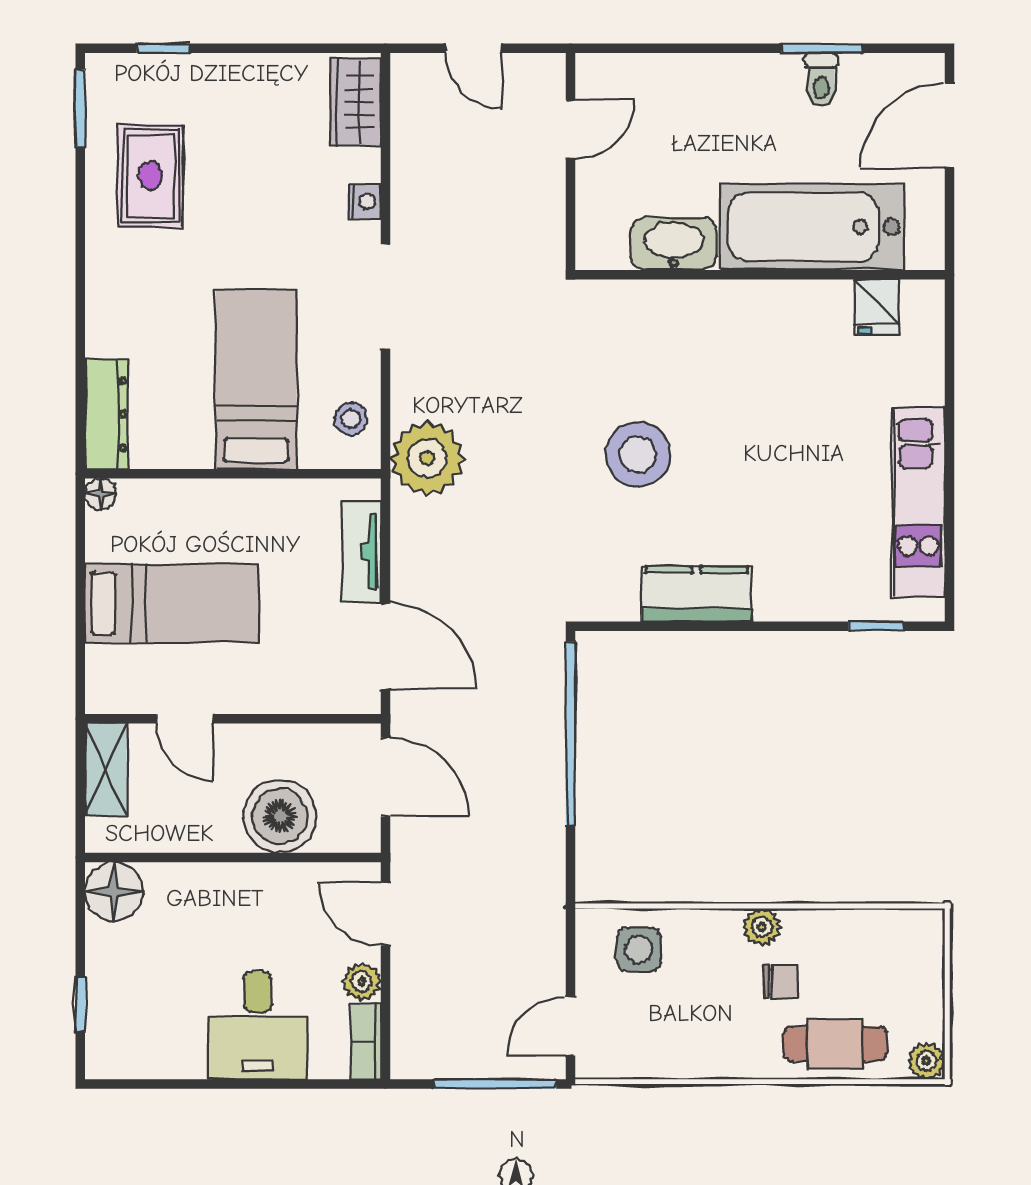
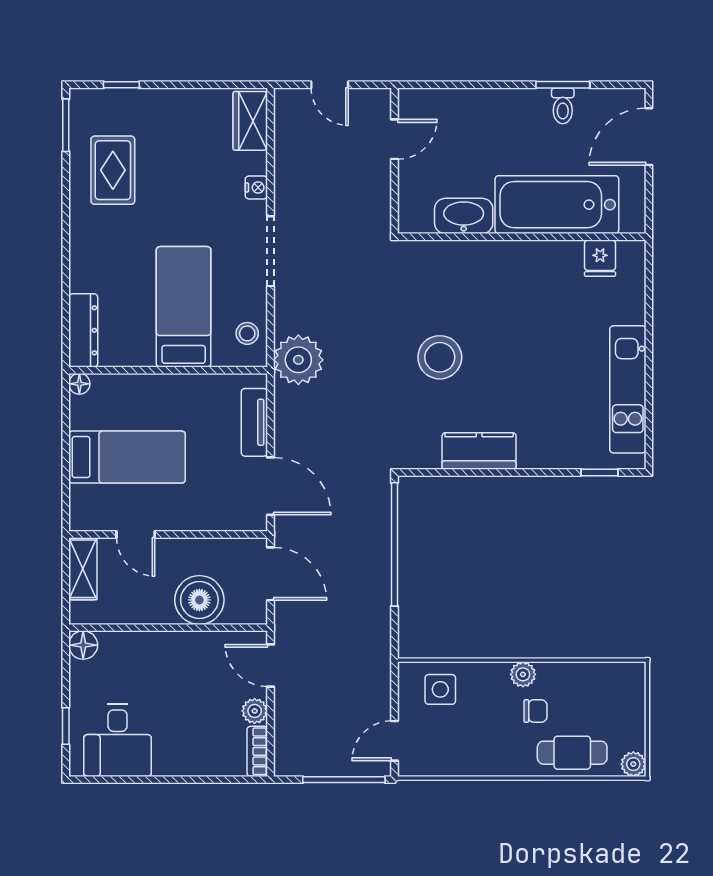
floor lamp: (114, 891) -> (83, 645), width x0.73, depth x0.73
desk: (257, 1025) -> (118, 740), moved

